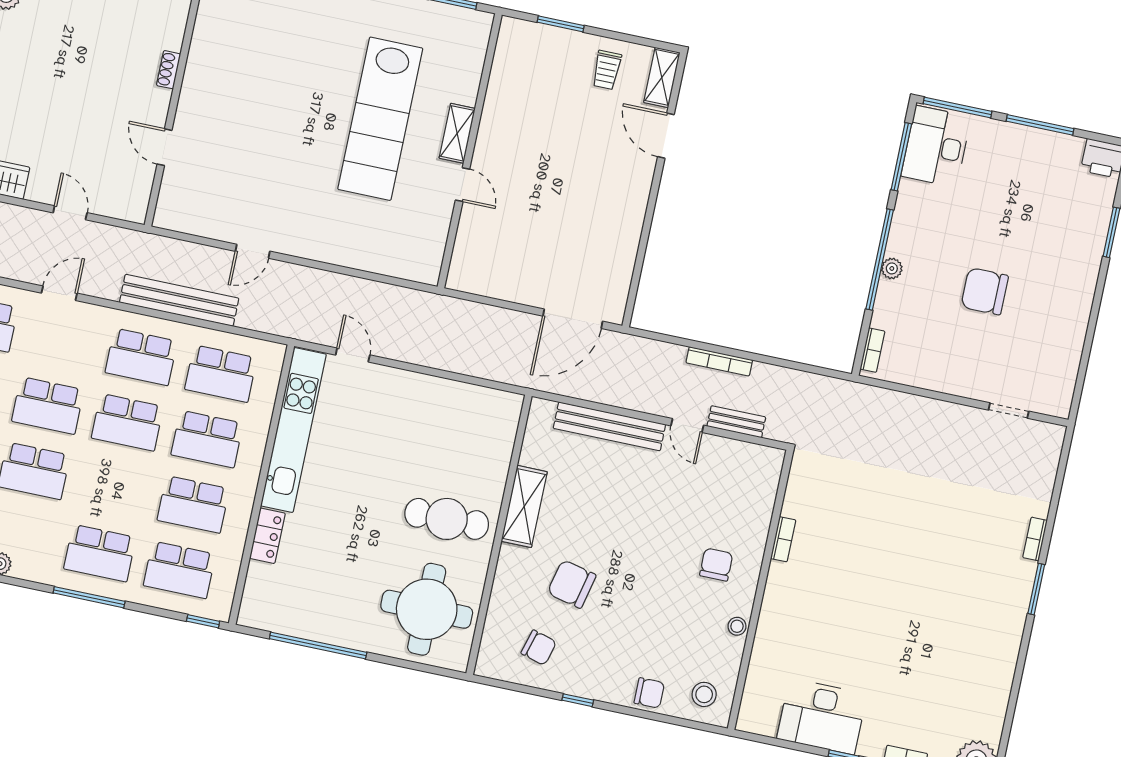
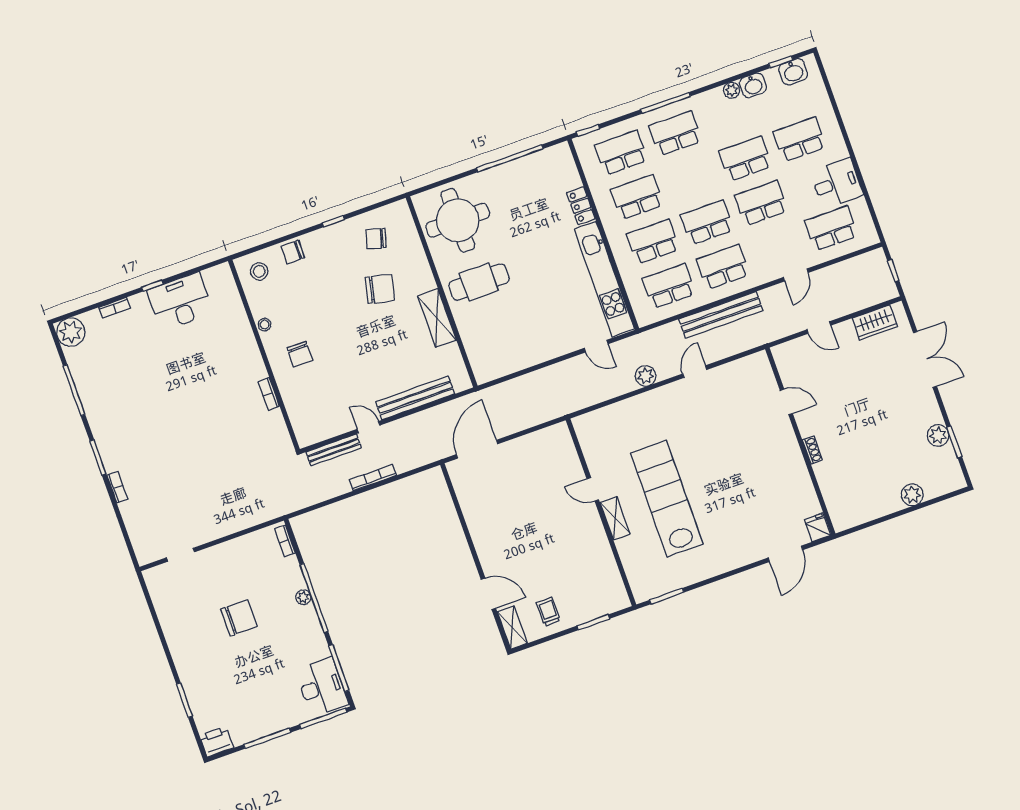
plant: (315, 283) -> (646, 376), added
bench: (736, 422) -> (334, 450), width x1.36
window: (1015, 688) -> (74, 390), added

